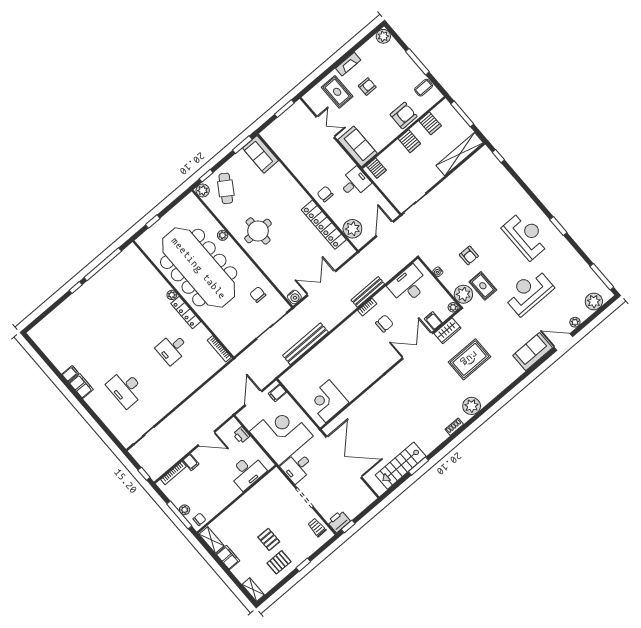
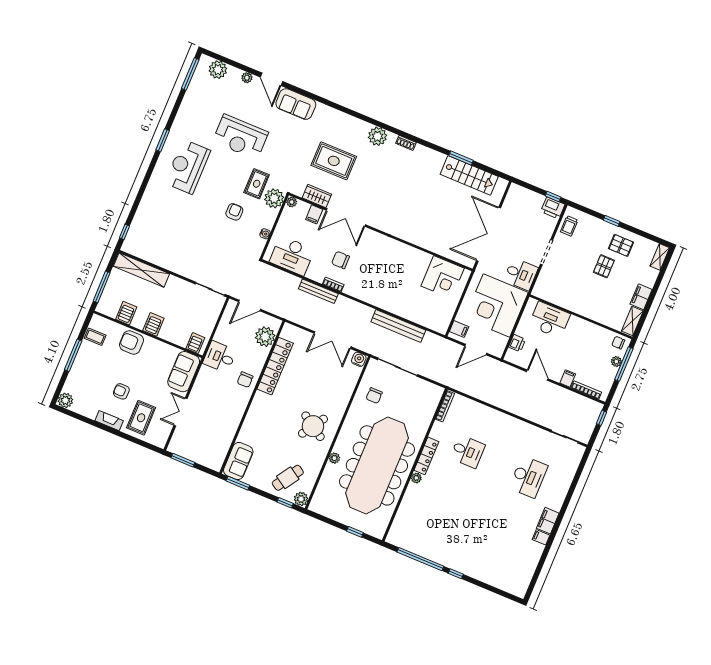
round table: (258, 231) -> (313, 426), turned 33

